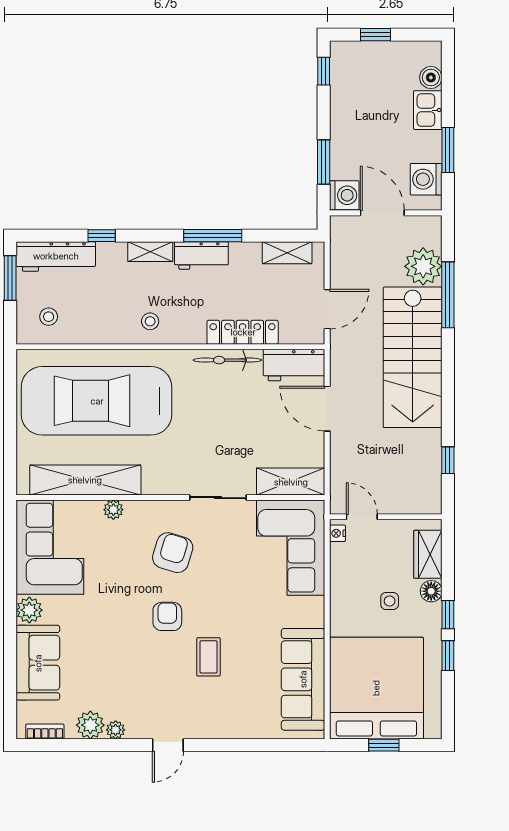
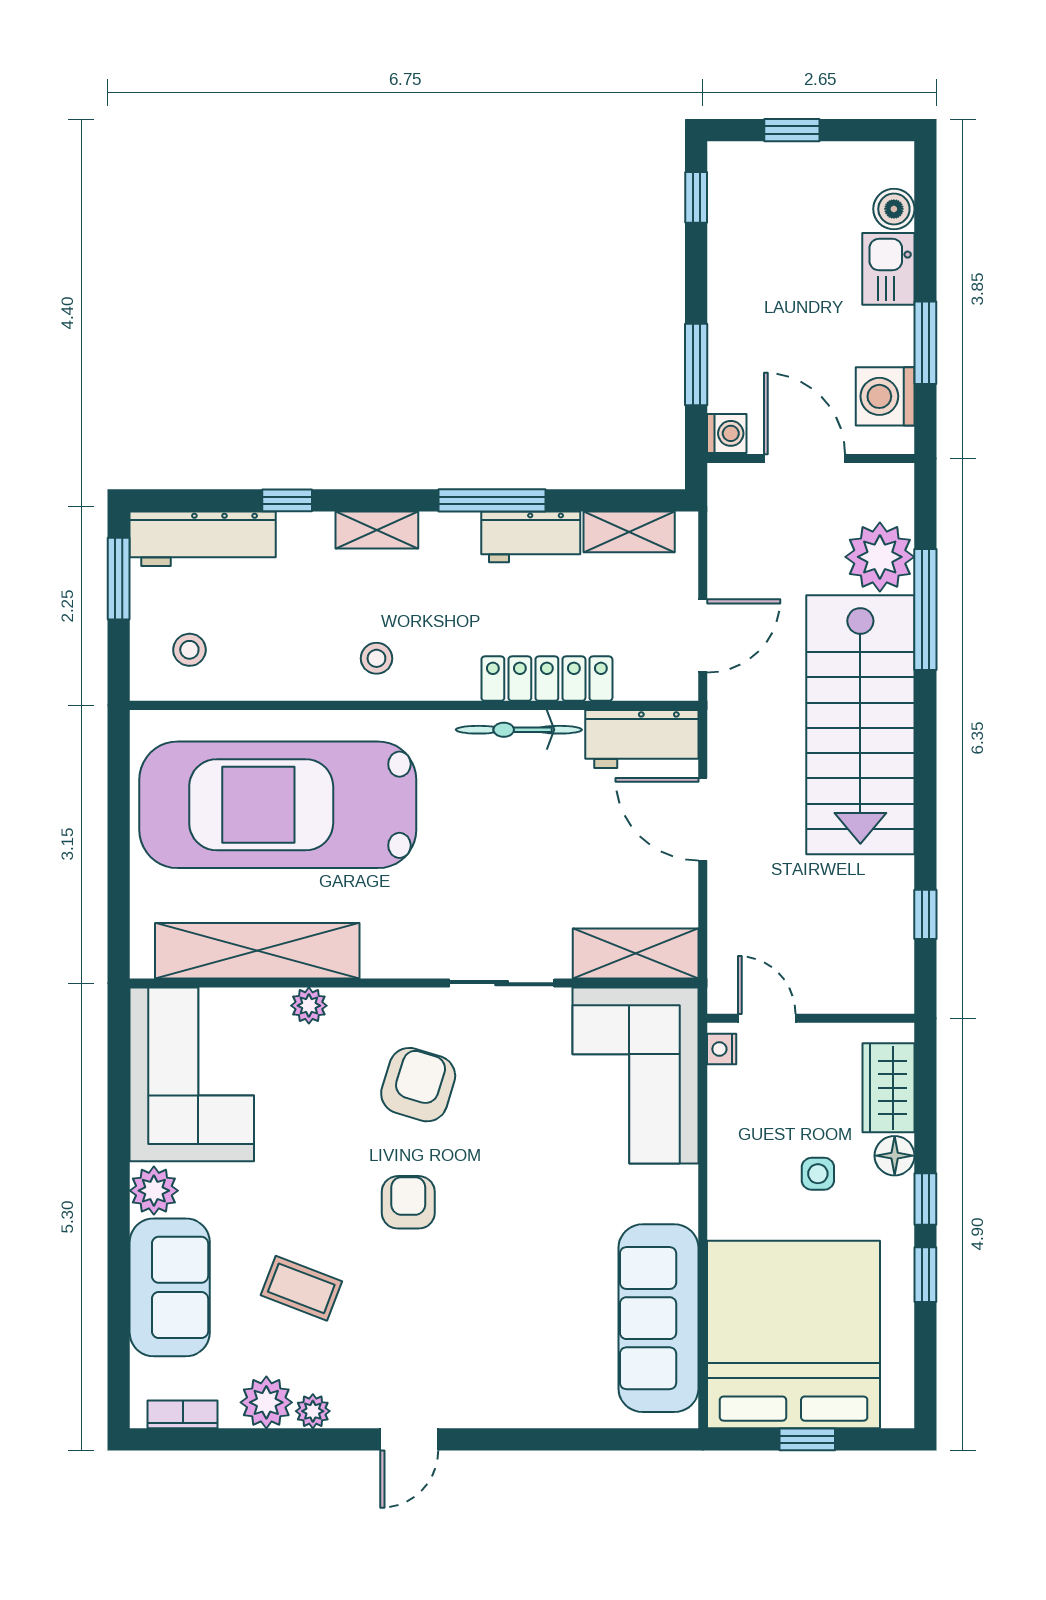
washing machine: (344, 195) -> (727, 433), width x0.73, depth x0.73
workbench: (201, 255) -> (531, 537), moved
coffee table: (209, 657) -> (301, 1288), moved, turned -69

